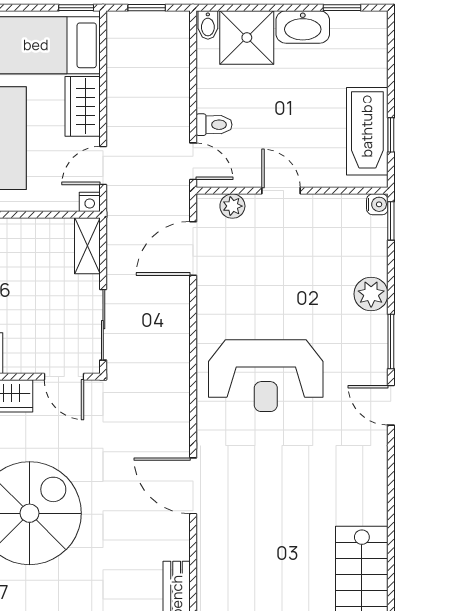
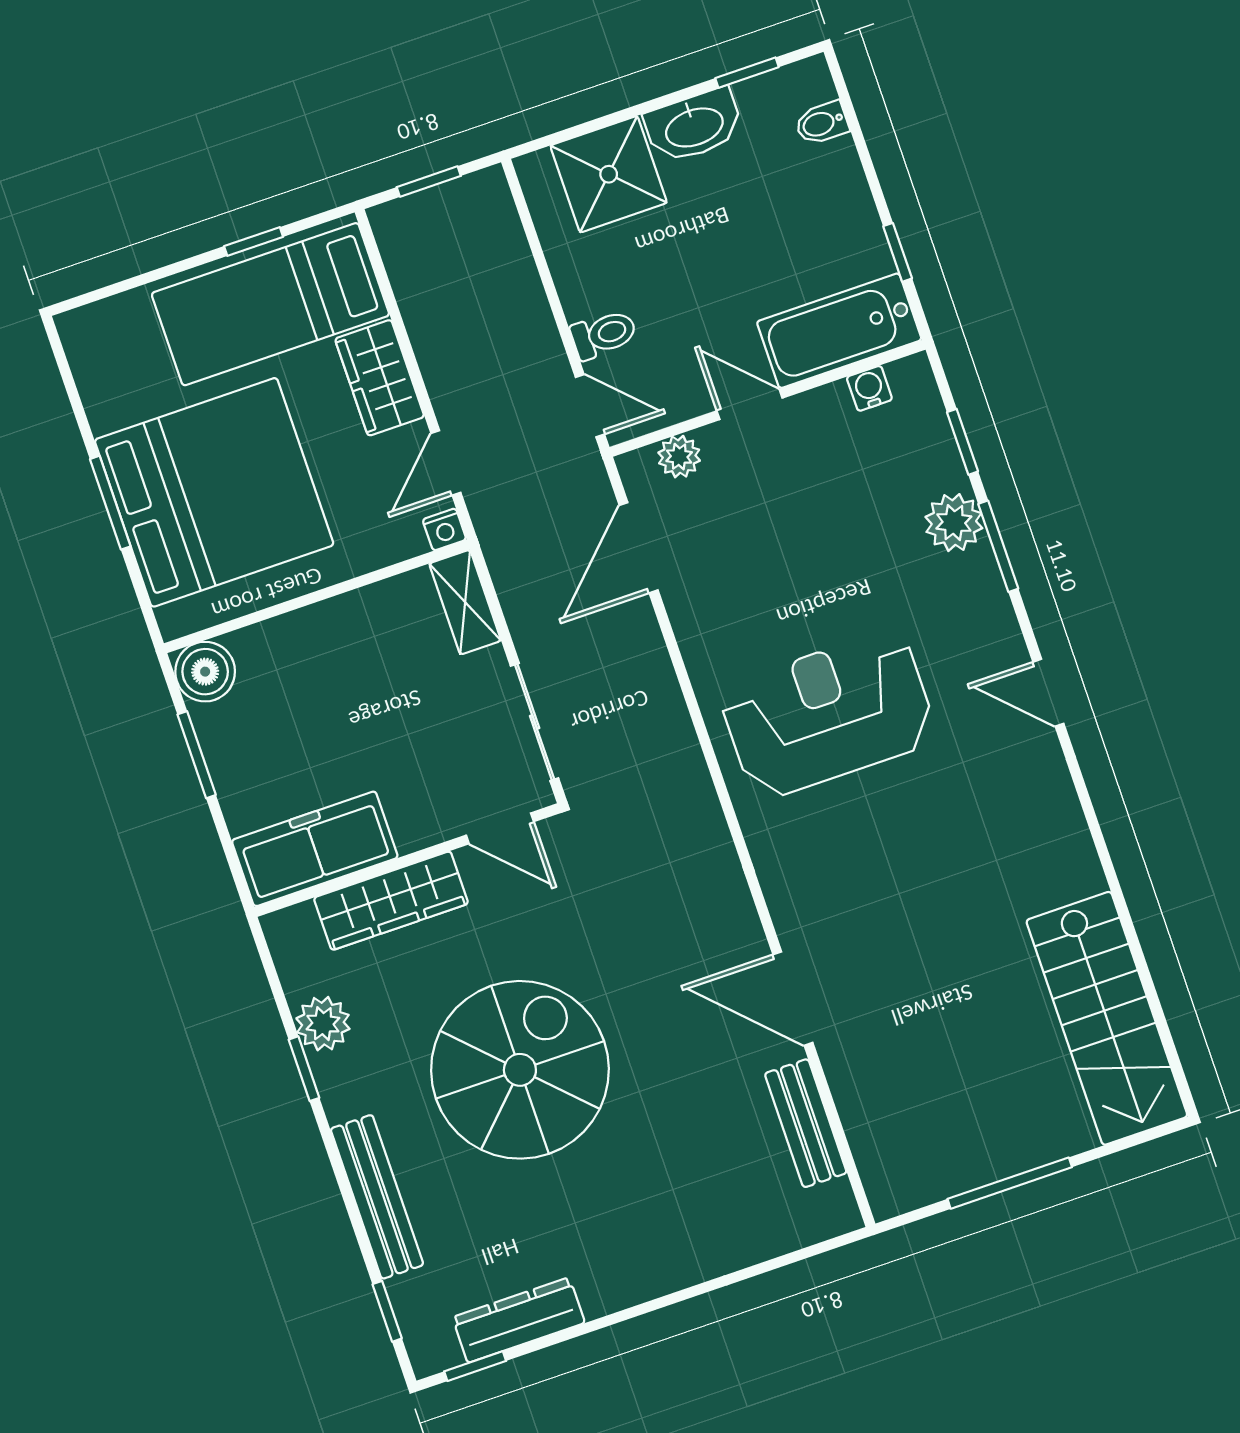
window: (76, 8) -> (254, 241), moved
bidet: (208, 25) -> (822, 123), moved, turned 90
bathtub: (367, 131) -> (839, 331), moved, turned 90
water cooler: (377, 204) -> (869, 388), moved, turned -90
window: (391, 221) -> (962, 442), moved
window: (391, 341) -> (998, 546), moved
reception desk: (266, 376) -> (828, 714), turned 180
door: (193, 486) -> (793, 999), moved

